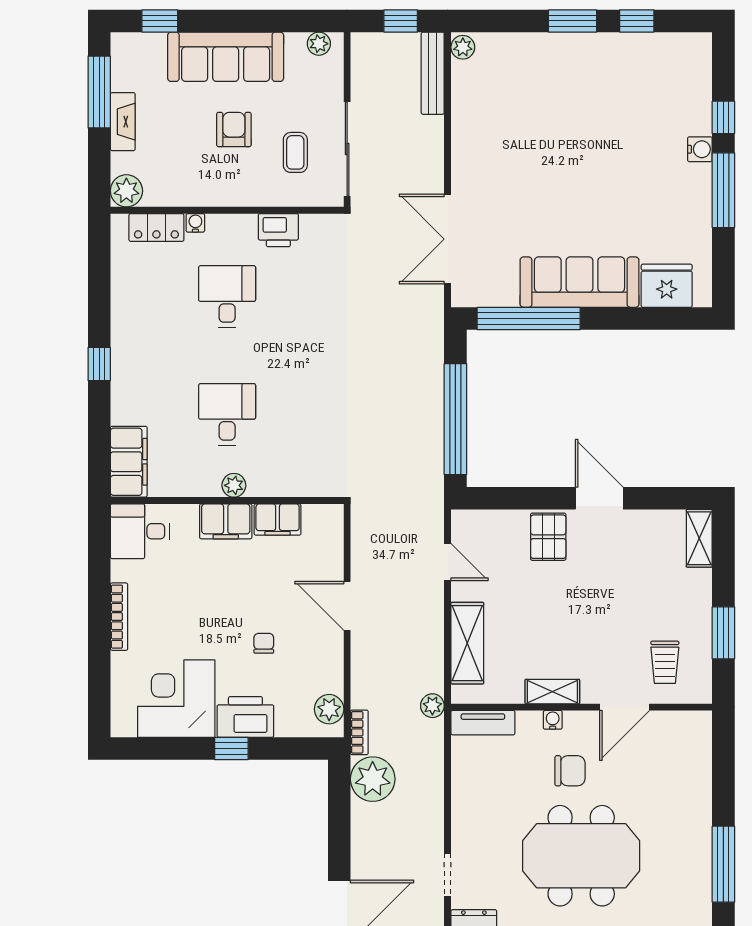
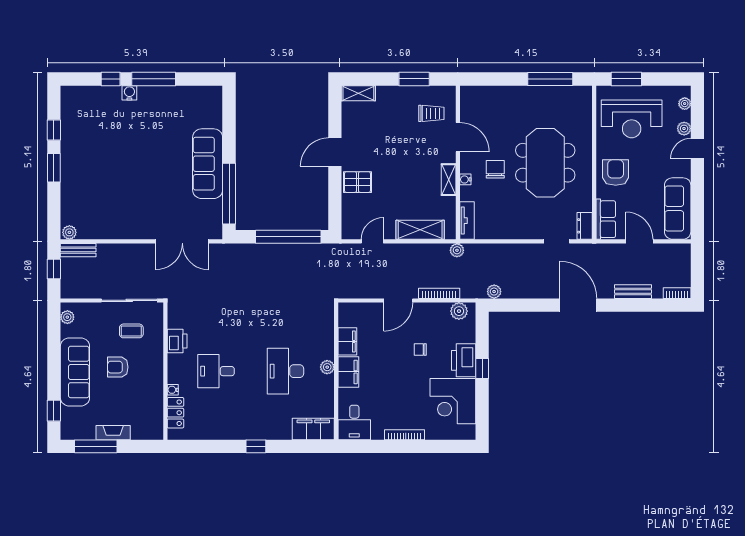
bench: (433, 73) -> (78, 250), width x0.73
plant: (126, 191) -> (154, 430), removed
fridge: (667, 286) -> (210, 112), removed
desk: (227, 414) -> (285, 371), width x1.37
bookcase: (359, 732) -> (439, 293), moved, width x1.56
plant: (373, 779) -> (494, 292), width x0.53, depth x0.53

